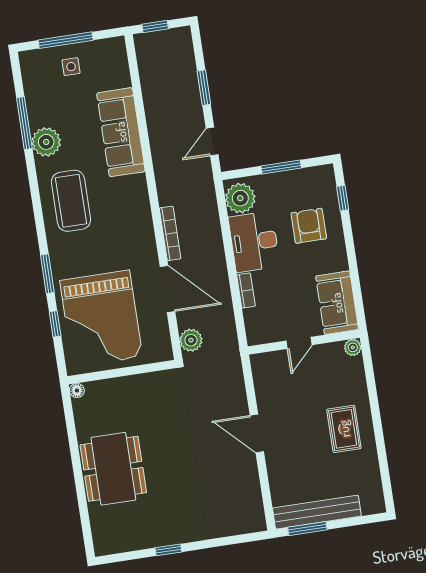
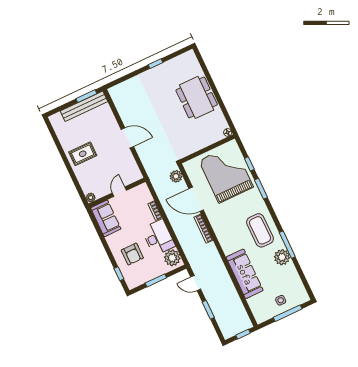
window: (24, 123) -> (287, 245), moved
door: (212, 141) -> (196, 283), swing flipped
rug: (344, 429) -> (83, 154), turned 90

